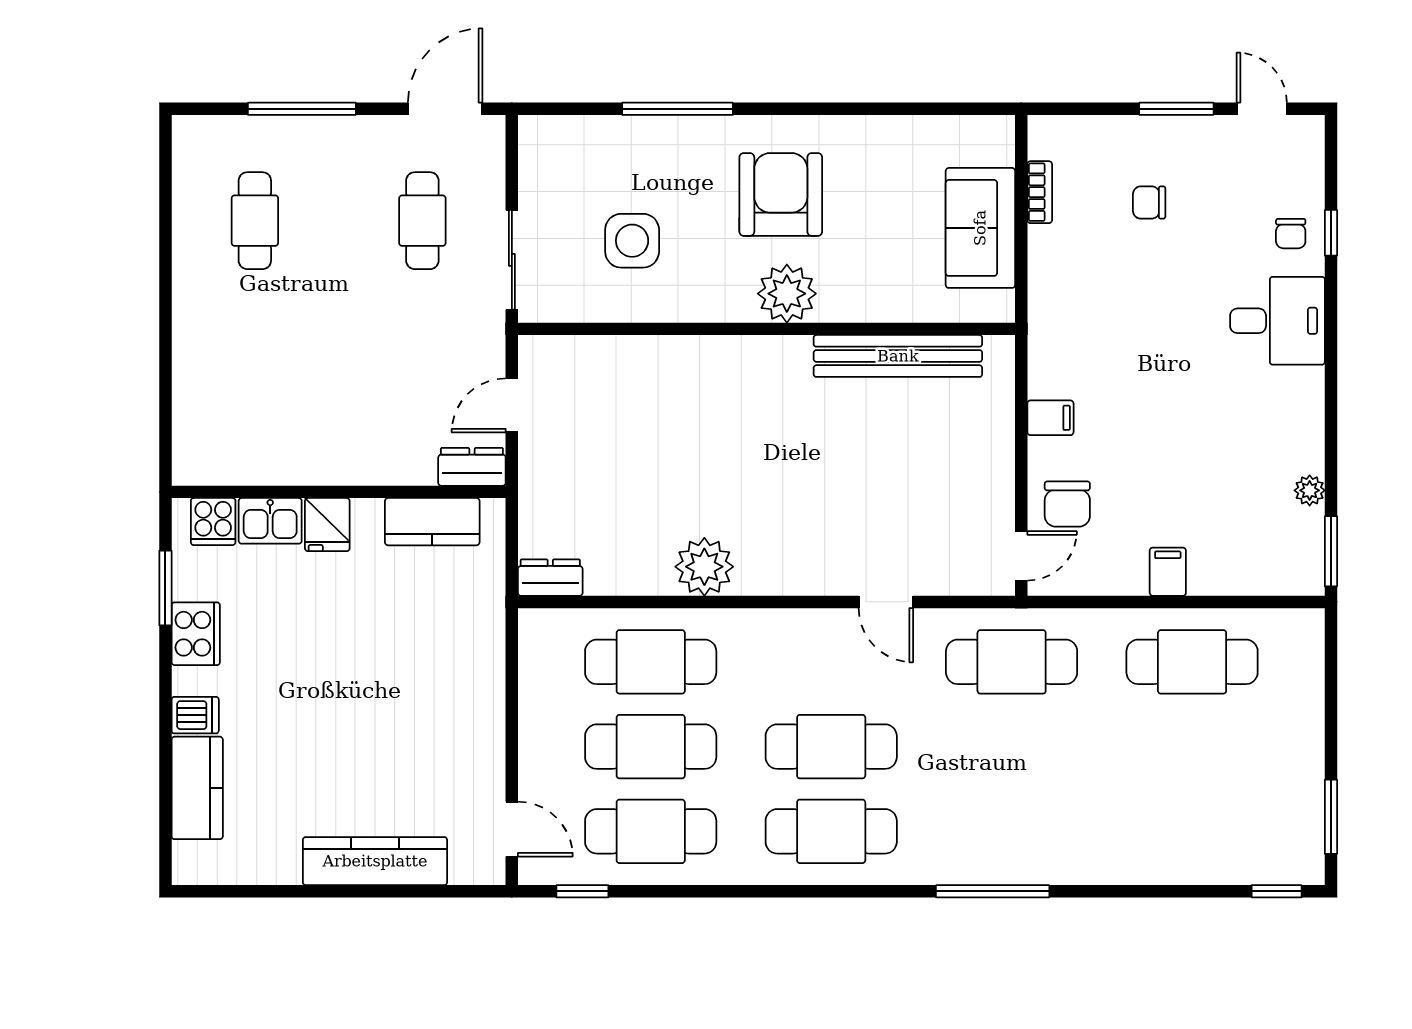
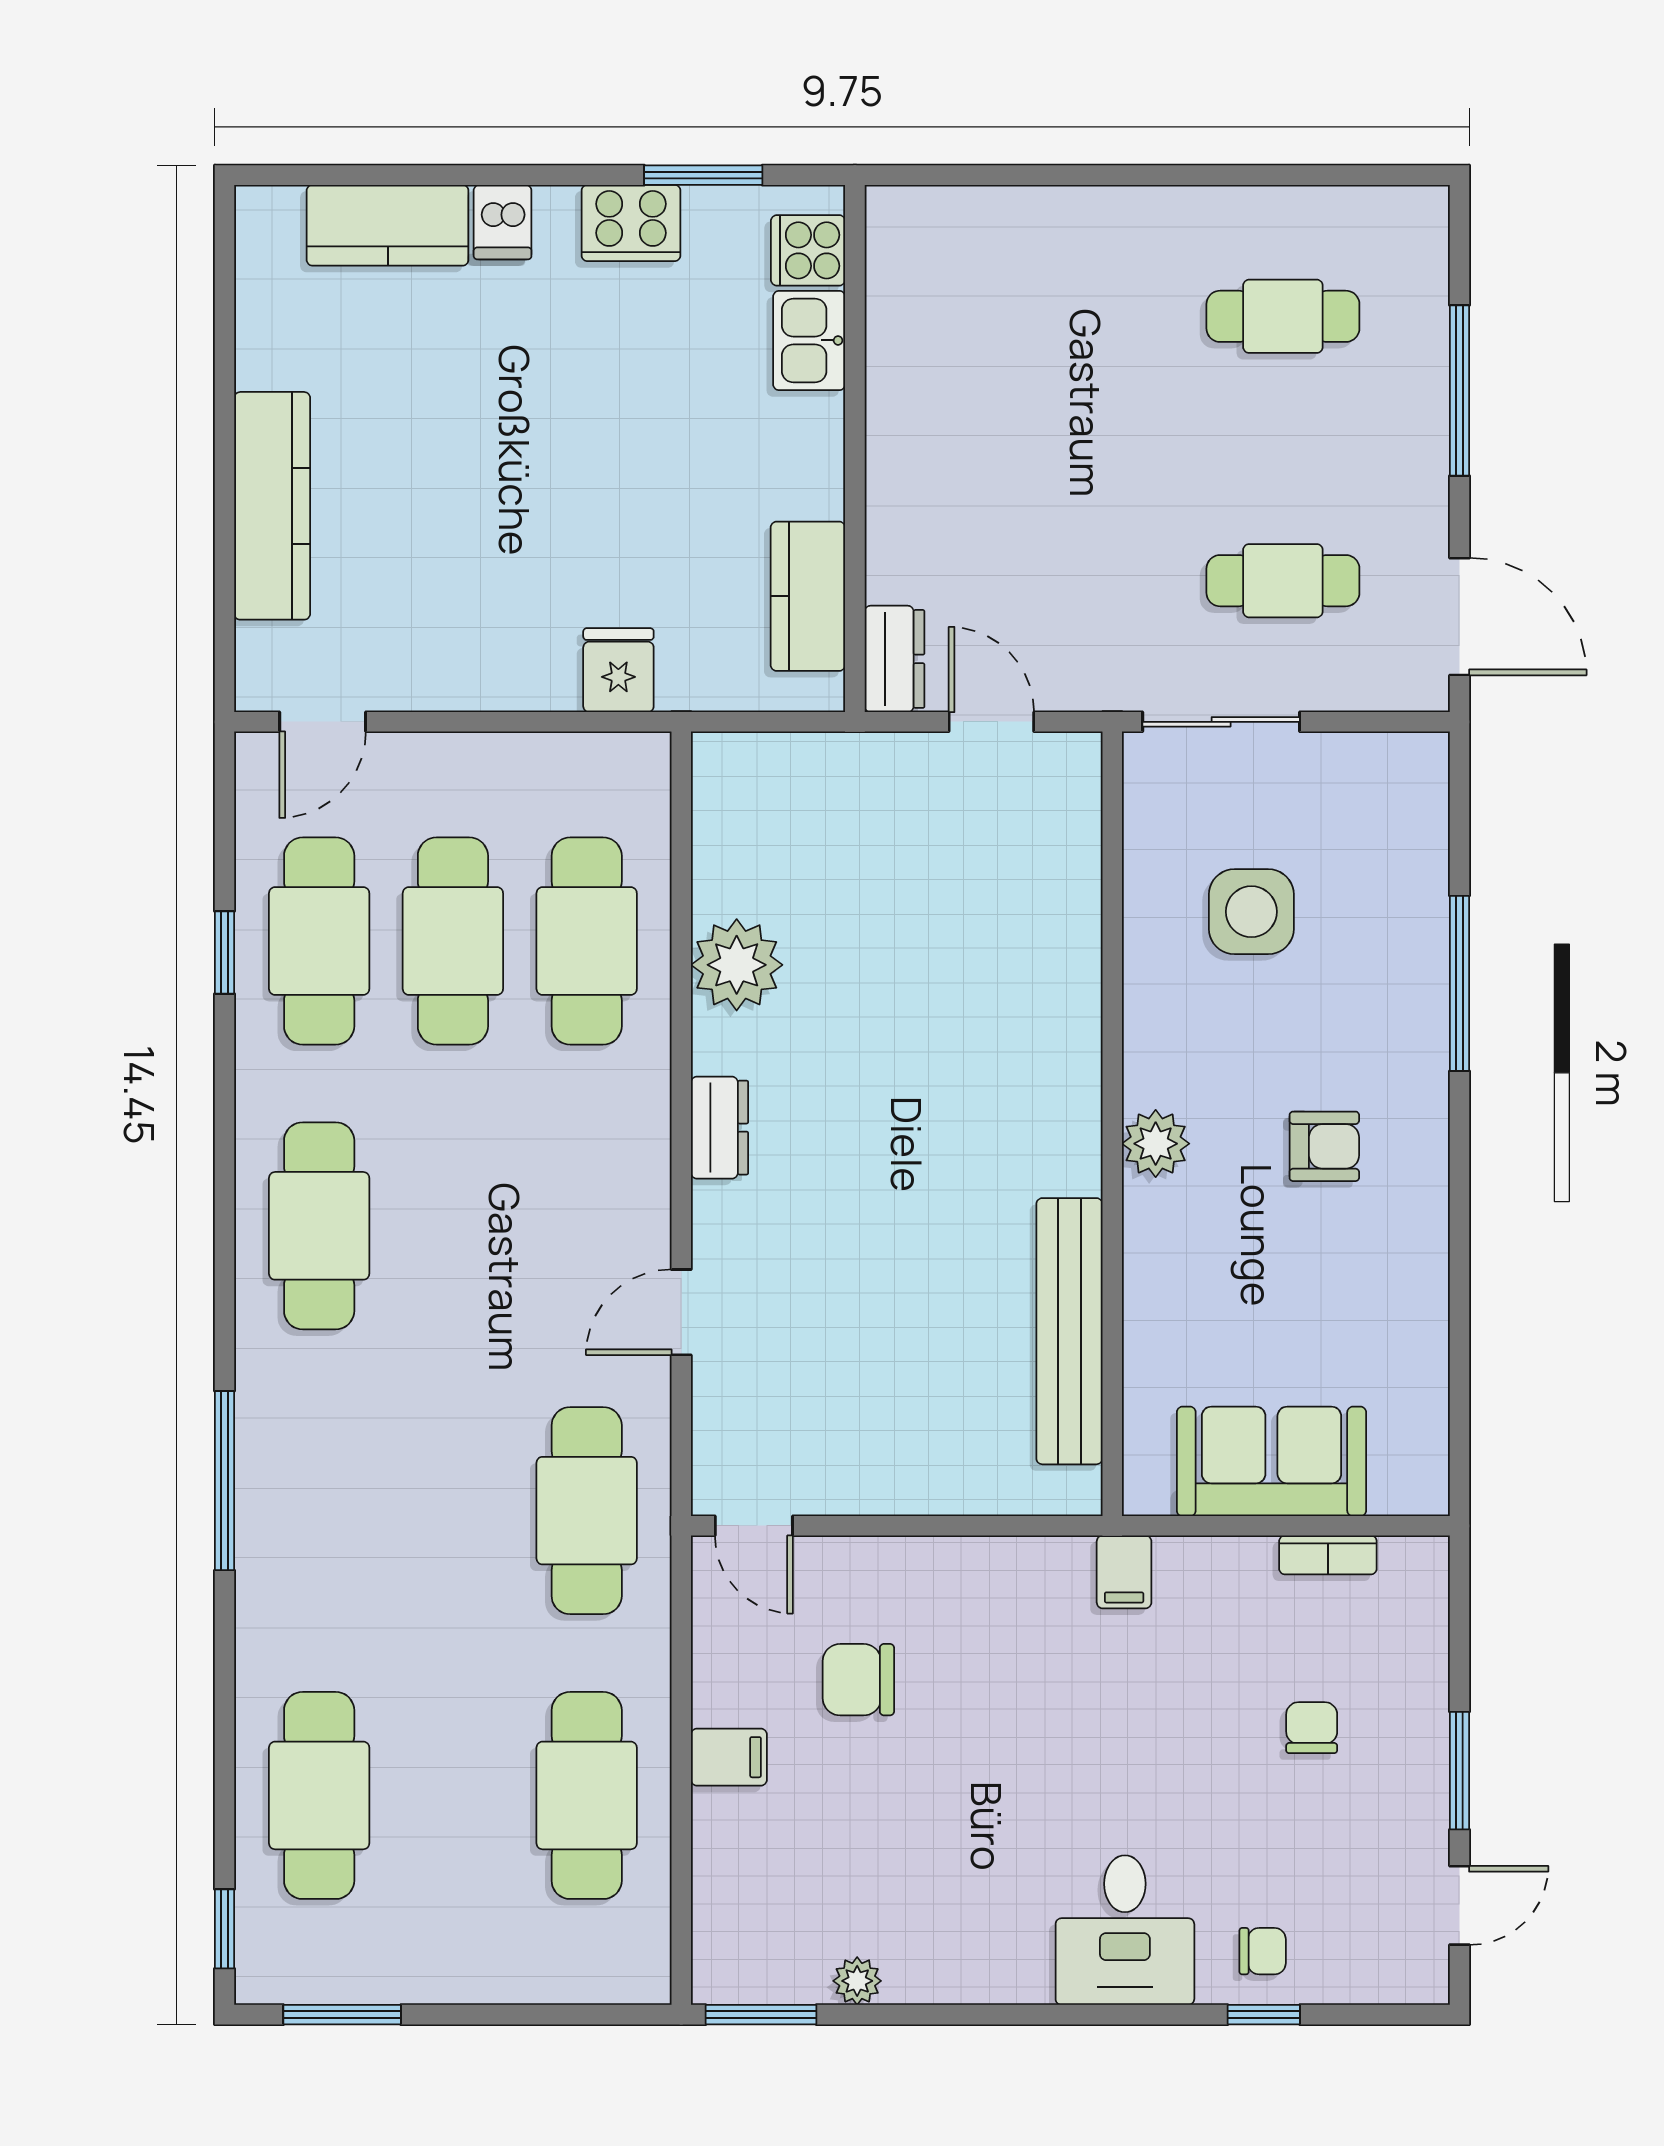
armchair: (781, 194) -> (1324, 1146), width x0.53, depth x0.53
chair: (1291, 234) -> (1263, 1951), turned 180
plant: (787, 294) -> (1156, 1144), width x0.73, depth x0.73
filing cabinet: (1050, 418) -> (1124, 1572), moved
chair: (1067, 504) -> (858, 1680), moved
fridge: (327, 525) -> (618, 670), moved, turned 90
plant: (704, 567) -> (737, 965), moved
dresser: (550, 578) -> (720, 1128), moved
cafe table: (831, 747) -> (319, 1795), moved
window: (582, 891) -> (225, 952), moved

